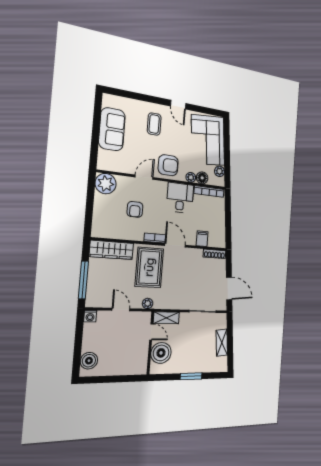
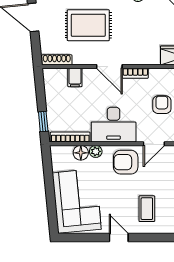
plant: (220, 171) -> (58, 164), removed
desk: (180, 198) -> (114, 125), width x1.37
window: (228, 206) -> (43, 121), added
rug: (149, 267) -> (88, 25), moved, turned 90

